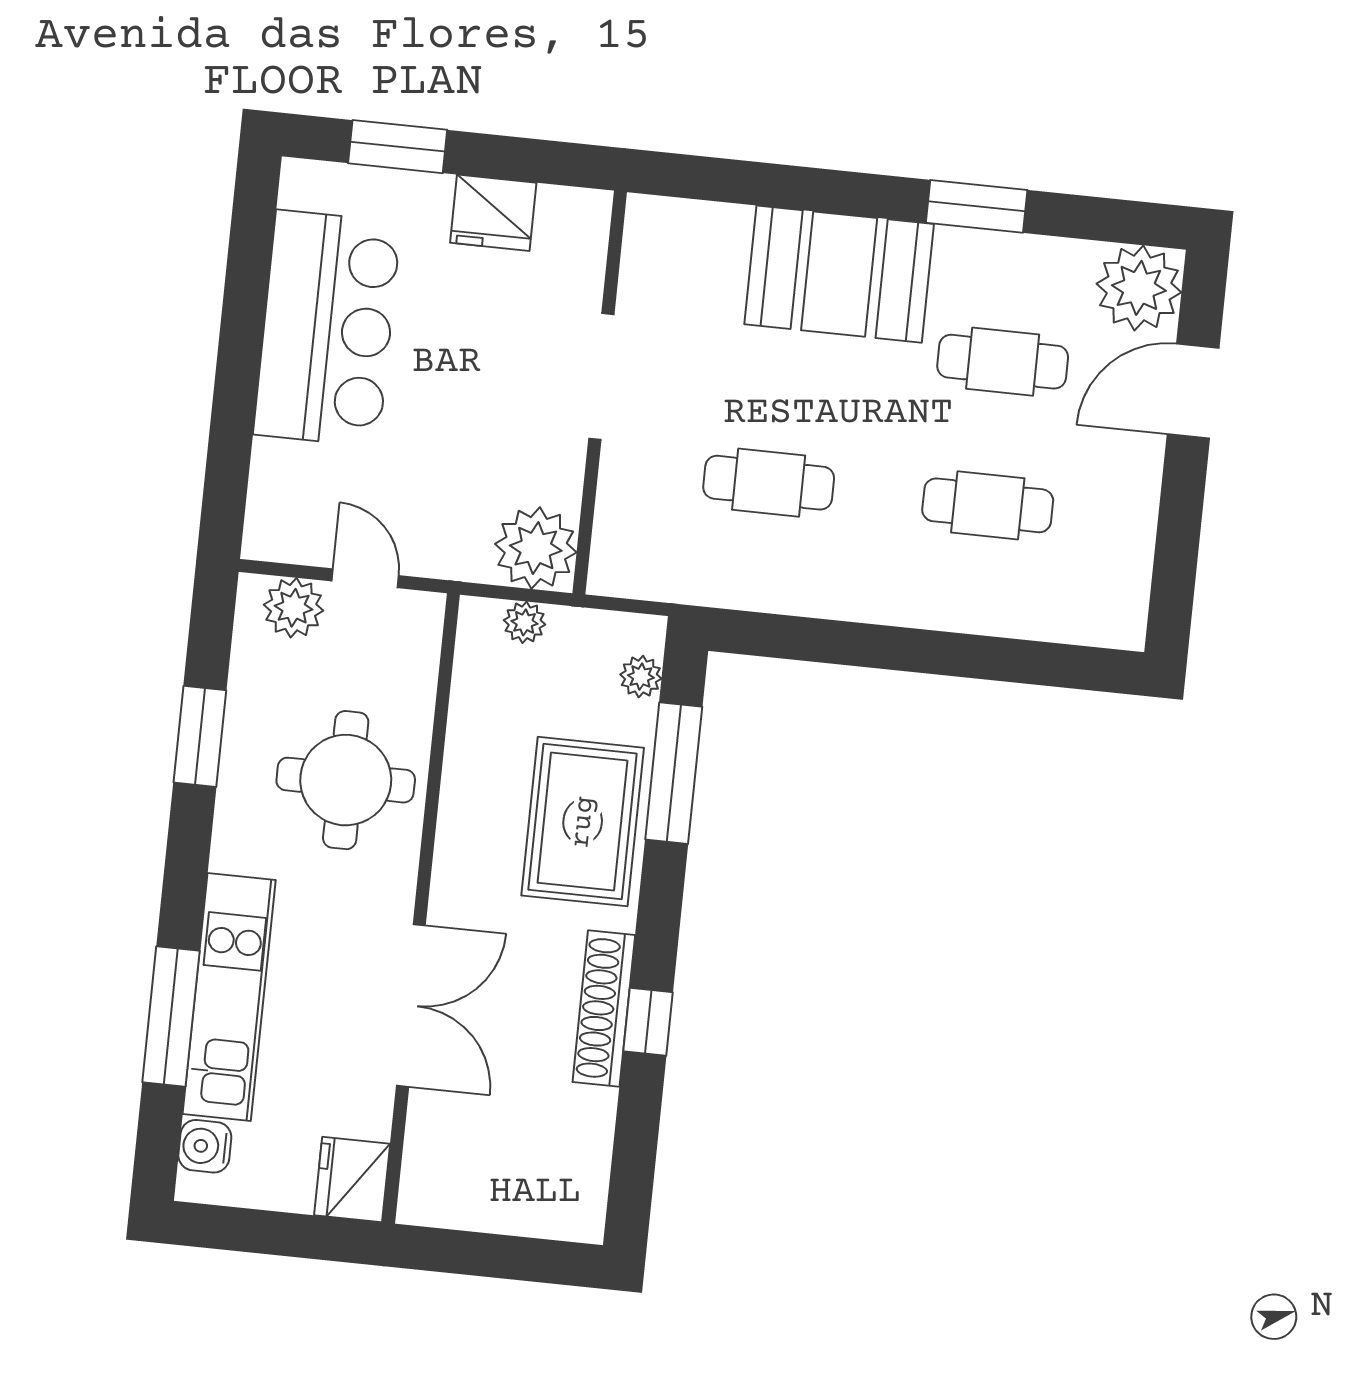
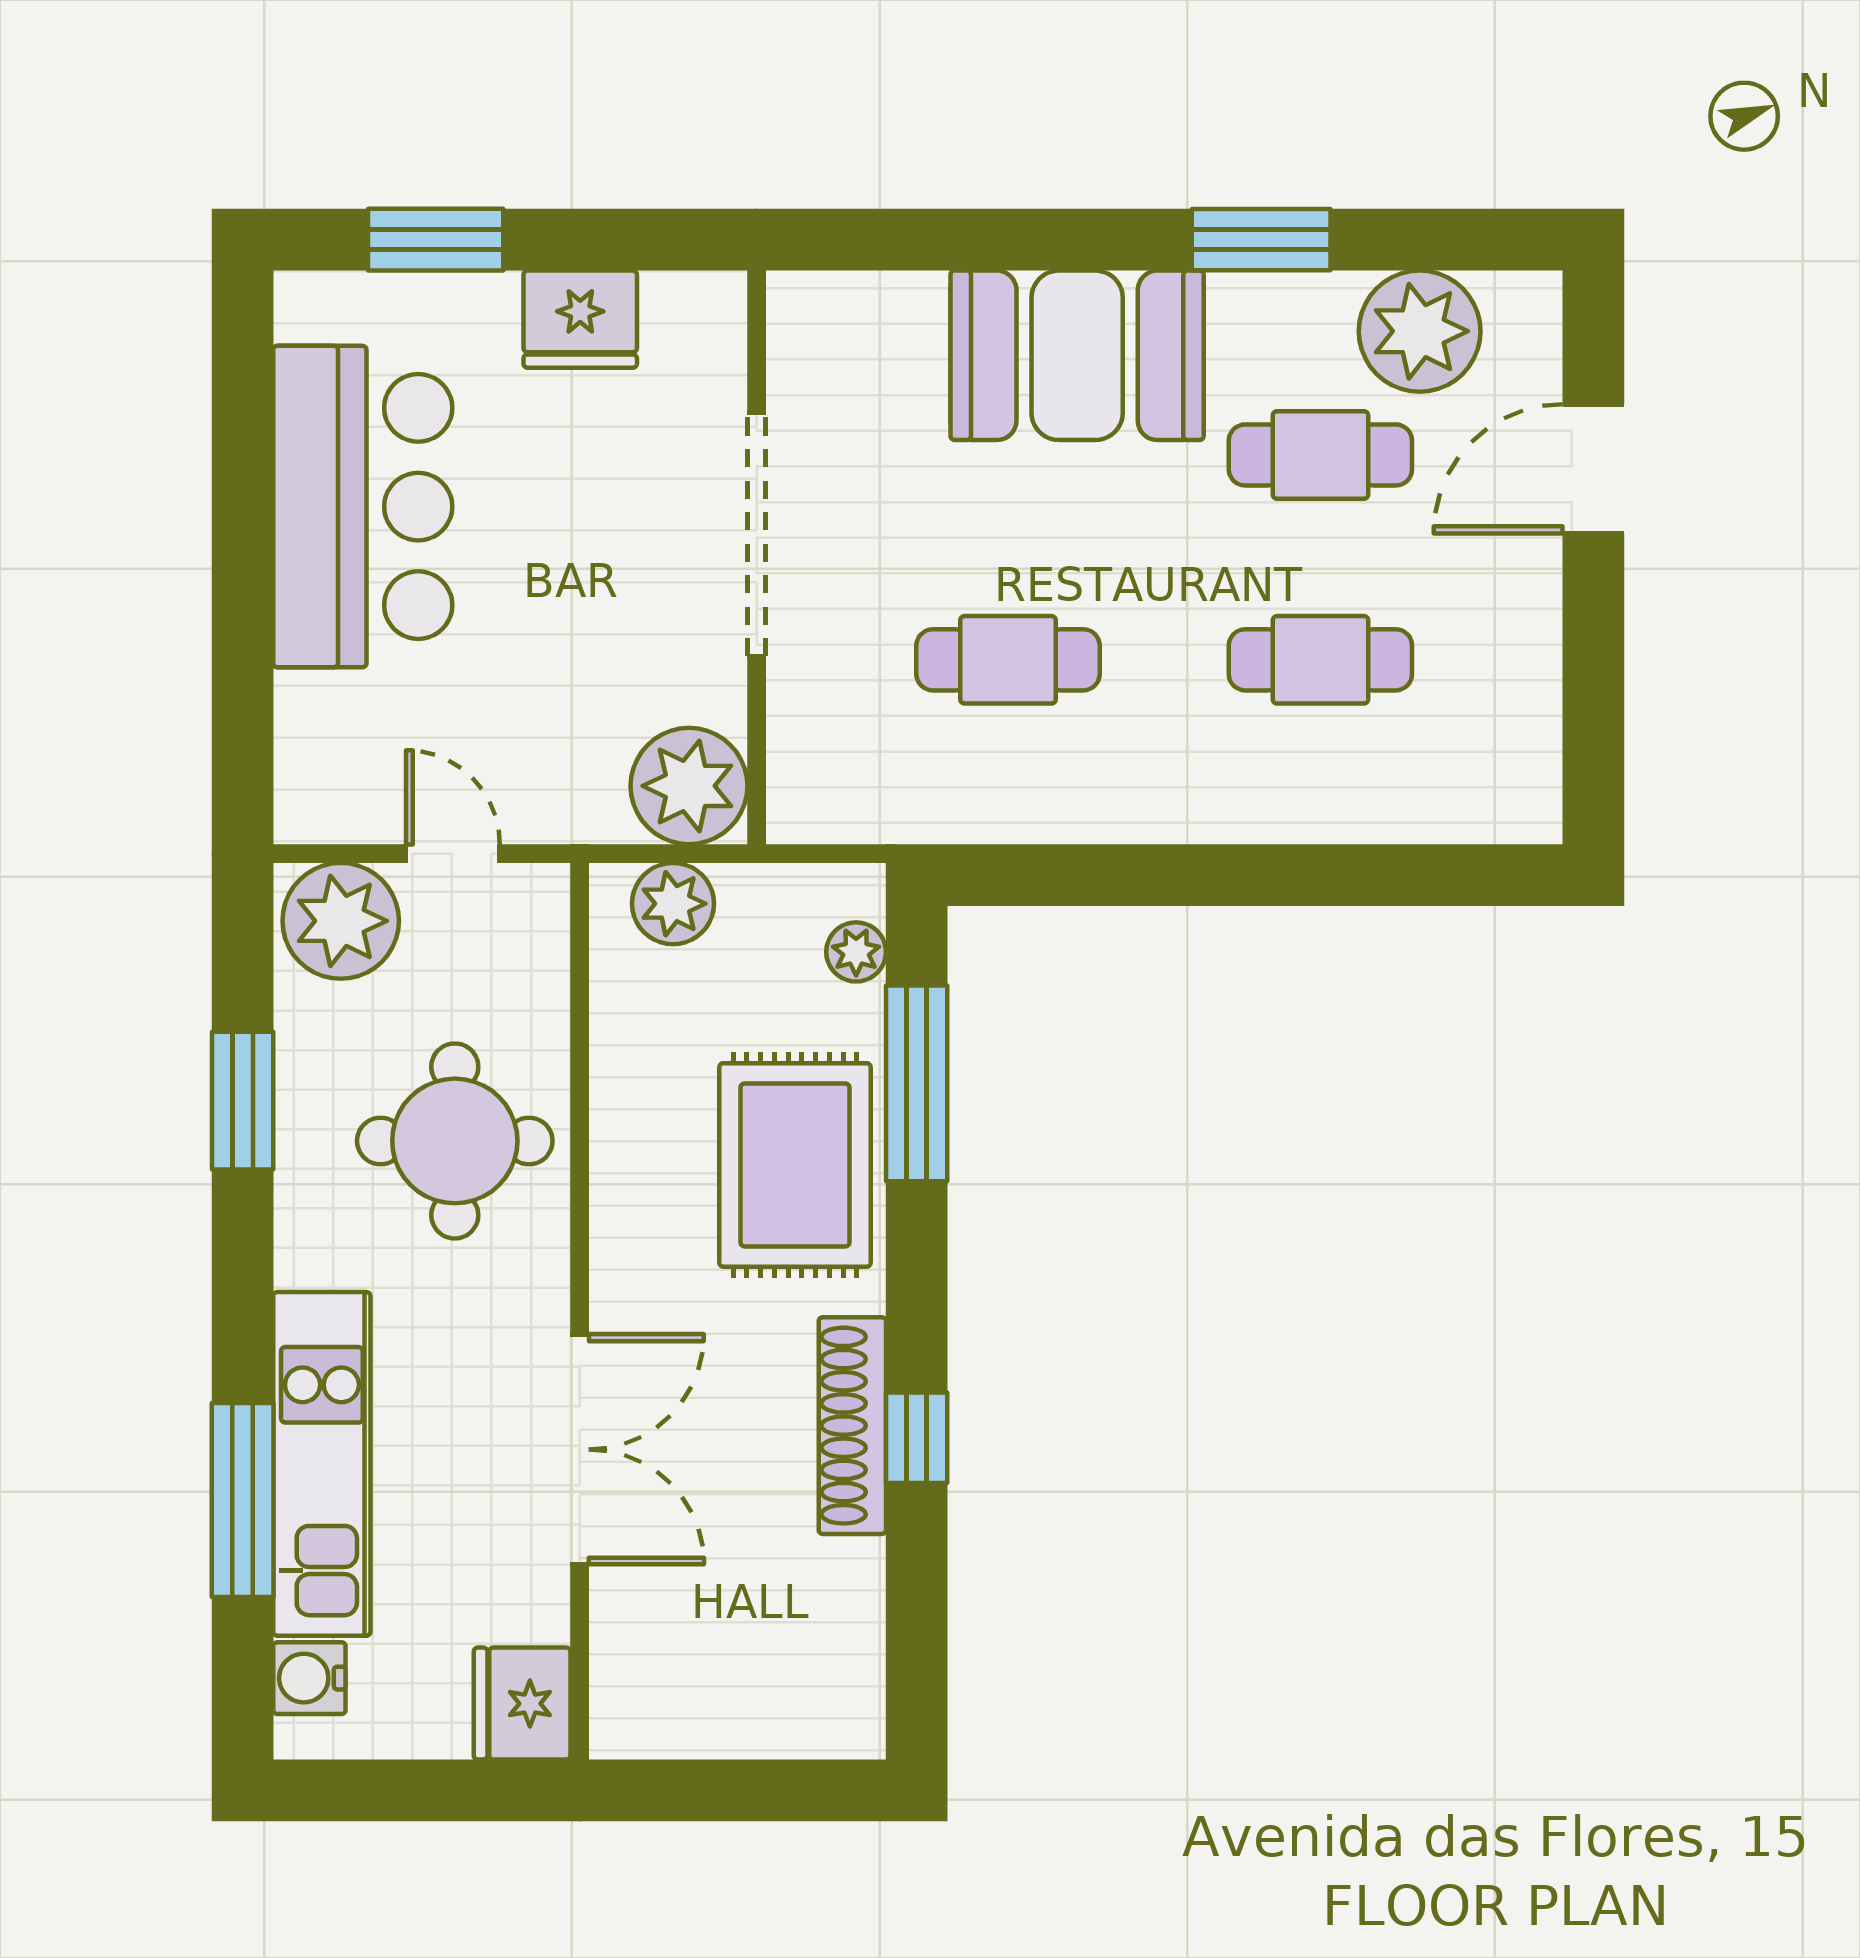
plant: (1139, 288) -> (1420, 331), moved
doorway: (601, 377) -> (757, 535), width x1.36
plant: (294, 608) -> (341, 921), width x1.36, depth x1.36
plant: (525, 622) -> (673, 904), width x1.38, depth x1.38

